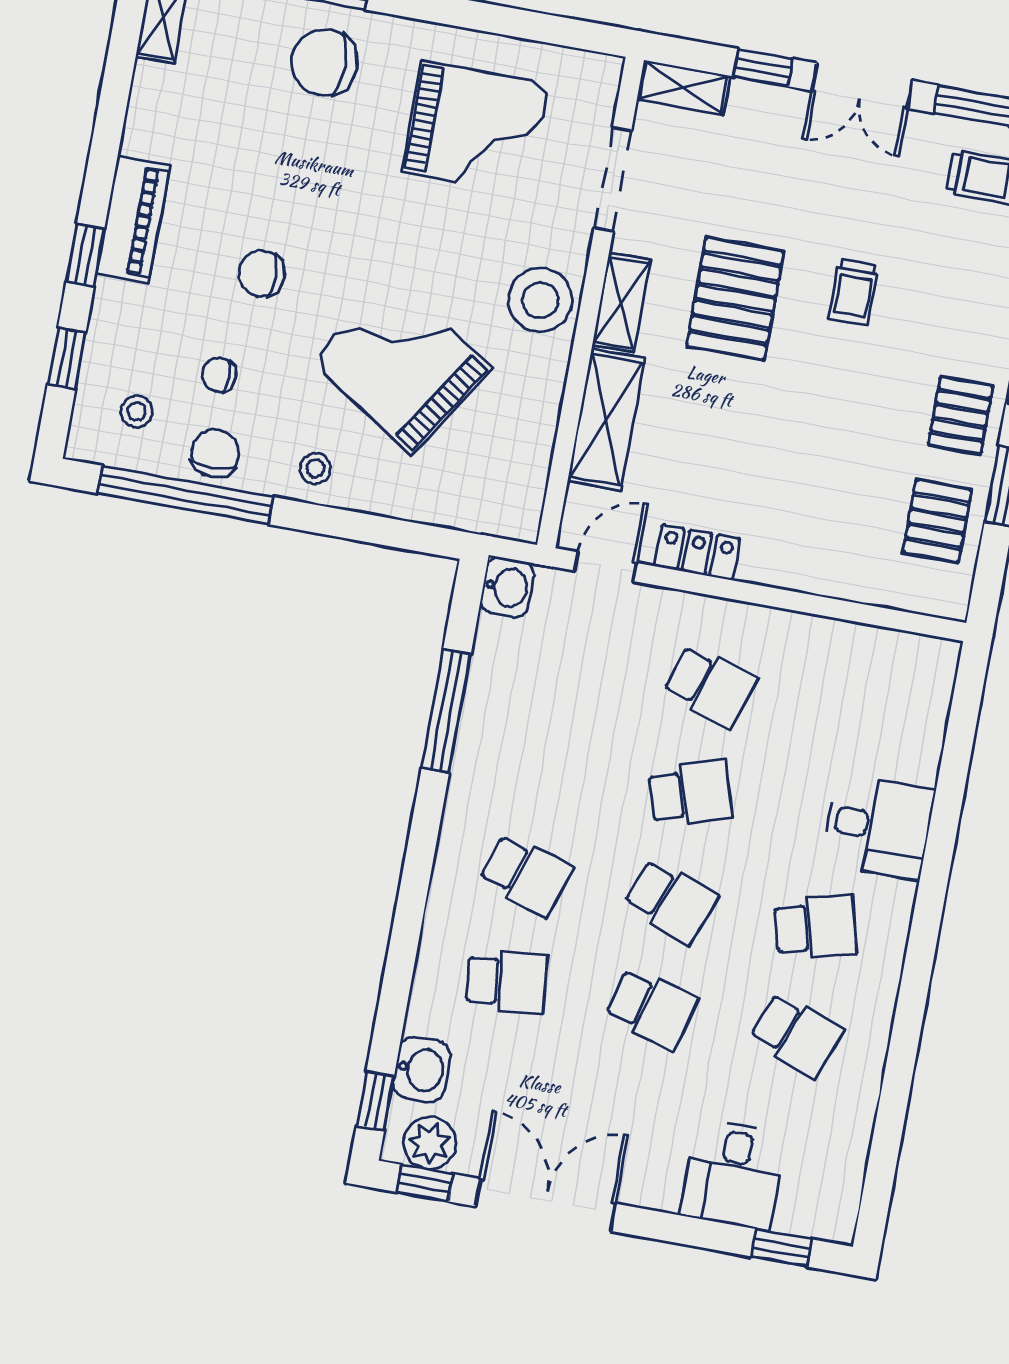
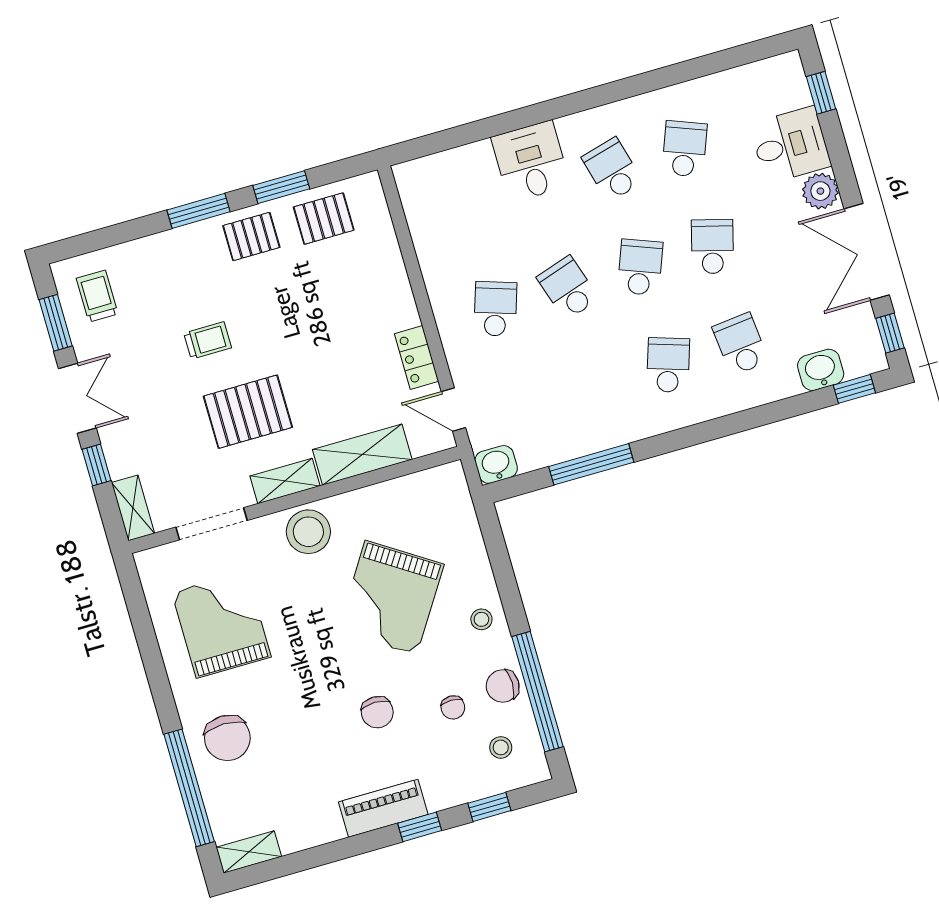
plant: (430, 1143) -> (820, 191), moved

